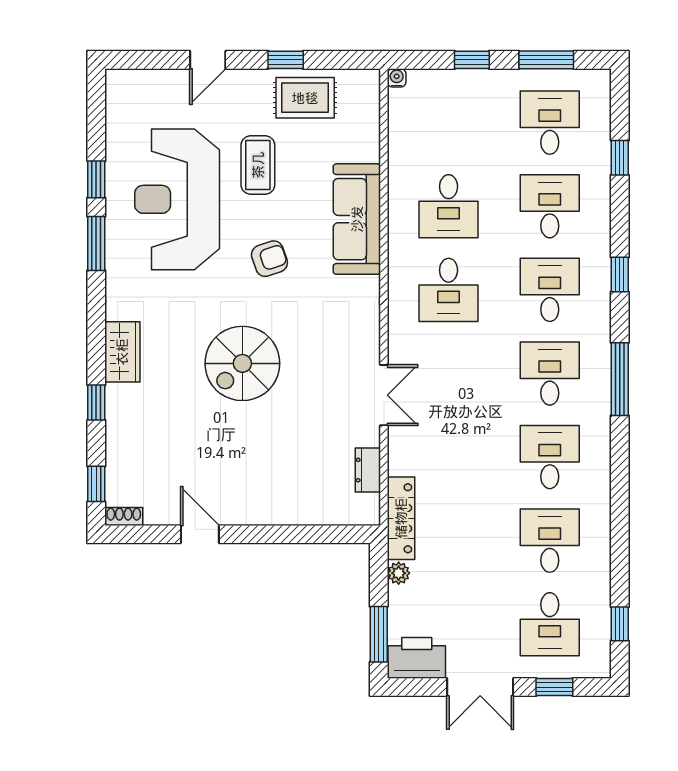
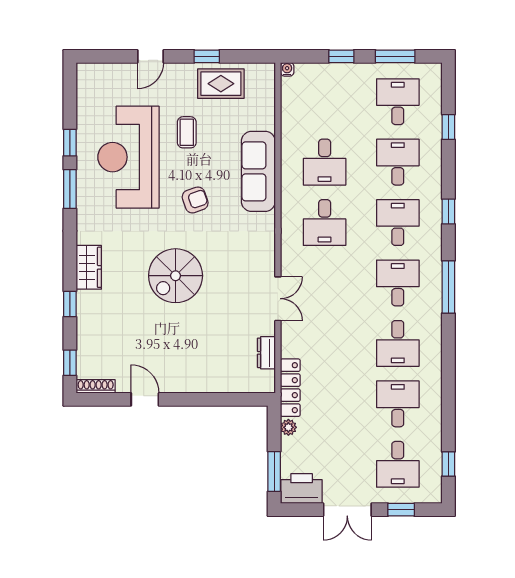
coffee table: (258, 165) -> (187, 132), width x0.73, depth x0.77
desk: (550, 457) -> (398, 343), turned 180
shoe rack: (124, 516) -> (96, 386), width x1.43

